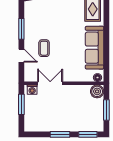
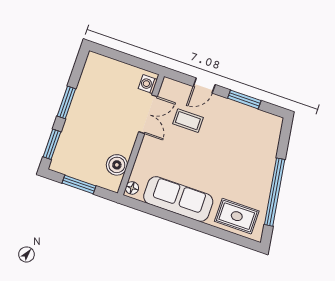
coffee table: (44, 48) -> (188, 121), moved
boiler: (97, 91) -> (117, 165), moved
window: (21, 104) -> (131, 60), removed

